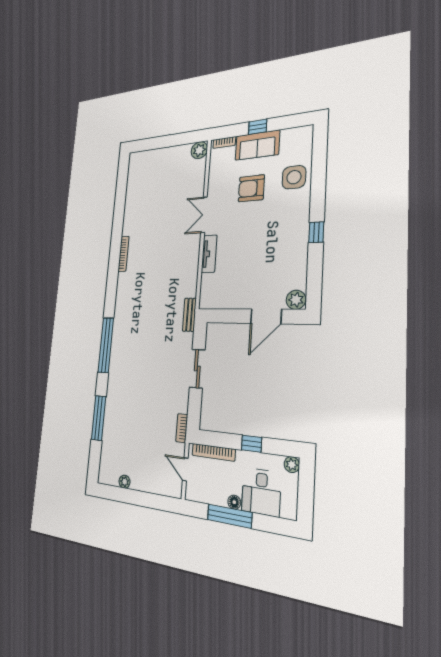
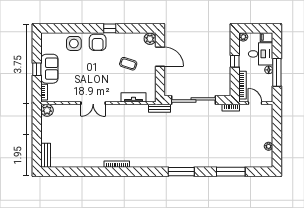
bench: (143, 157) -> (46, 155), added
armchair: (251, 188) -> (98, 42), moved
tv unit: (209, 254) -> (133, 97), moved
coffee table: (258, 265) -> (128, 64), added
window: (106, 345) -> (181, 172), width x0.68
sliding door: (197, 369) -> (193, 100), width x1.86
door: (185, 469) -> (255, 103), swing flipped
filing cabinet: (289, 508) -> (266, 37), added

